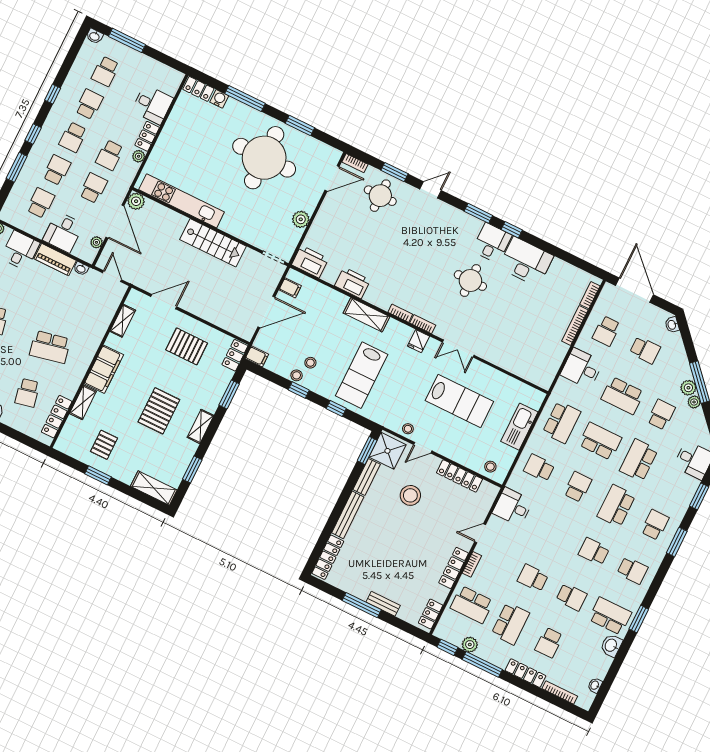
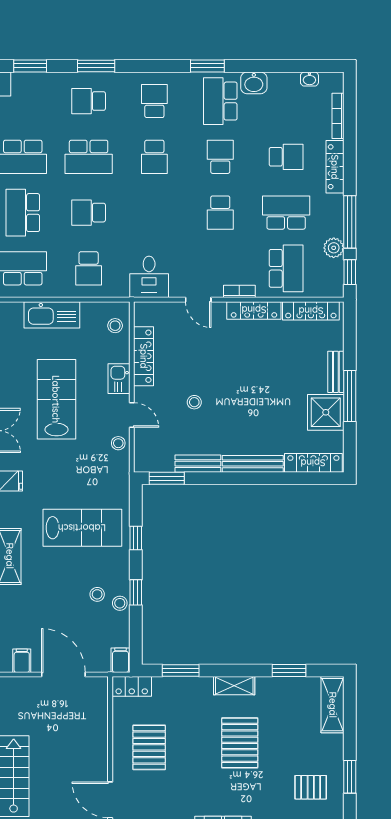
pallet: (159, 411) -> (240, 743), turned 90
shower: (387, 451) -> (326, 412), moved
kitchen sink: (452, 451) -> (119, 379), added
stool: (410, 495) -> (194, 402), width x0.53, depth x0.53
locker: (431, 614) -> (311, 311), width x1.53

